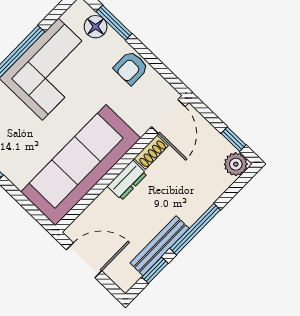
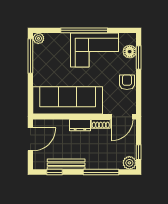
armchair: (131, 68) -> (127, 82), turned 90
window: (195, 229) -> (101, 172), moved
door: (84, 260) -> (30, 139), hinge flipped

